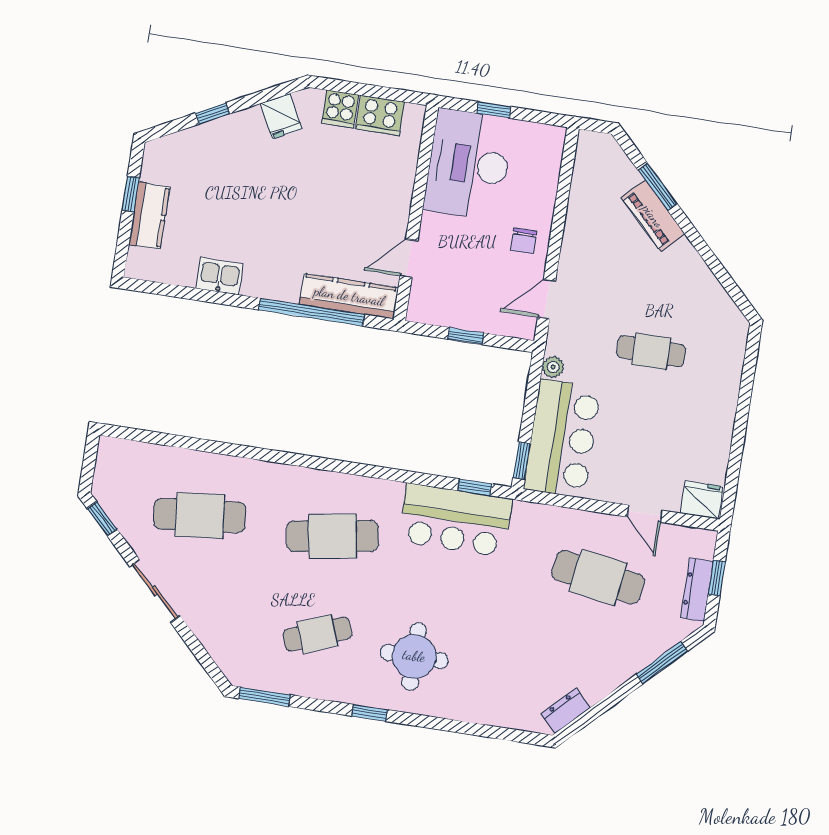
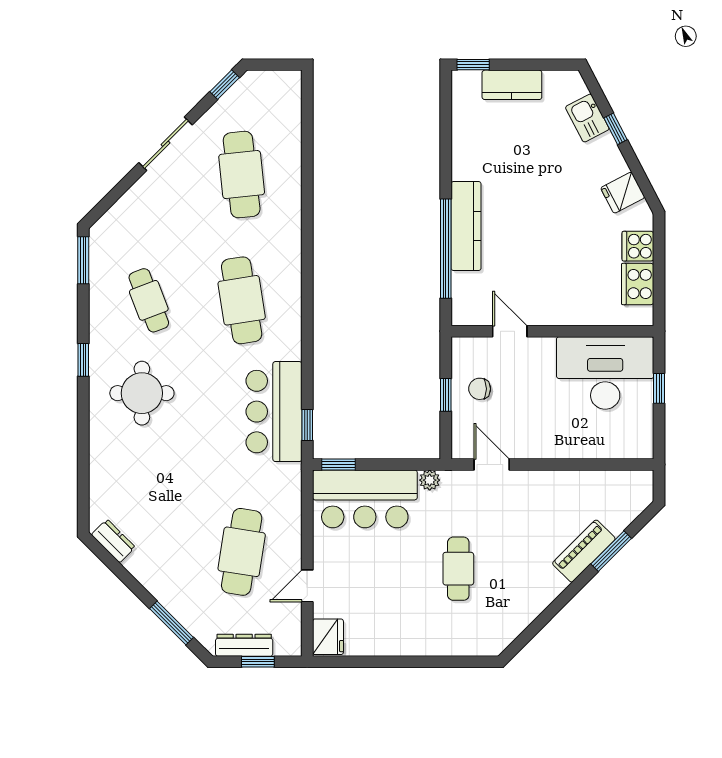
window: (131, 194) -> (473, 65), moved
chair: (524, 241) -> (480, 389), moved
kitchen sink: (220, 276) -> (587, 118), moved, turned 153
kitchen counter: (349, 296) -> (466, 226), moved

